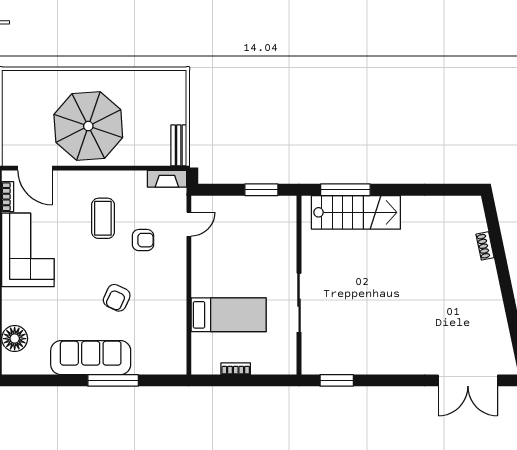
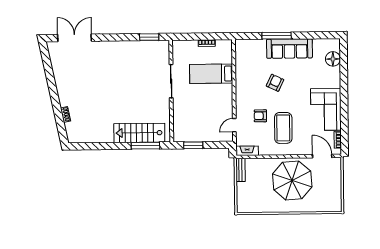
coffee table: (103, 218) -> (283, 128), width x1.36, depth x1.32

